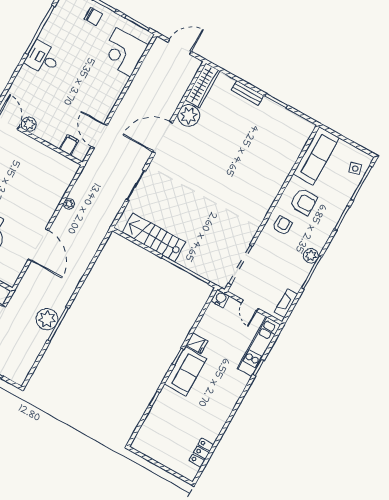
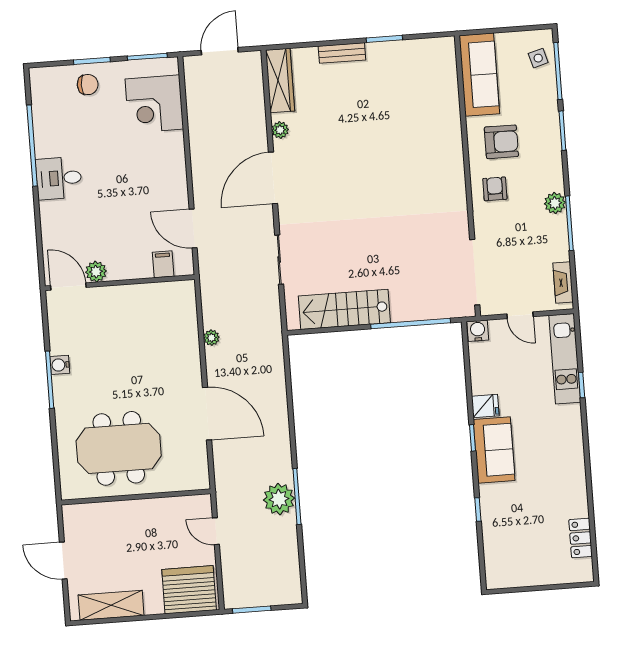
plant: (189, 116) -> (280, 130), width x0.53, depth x0.53

